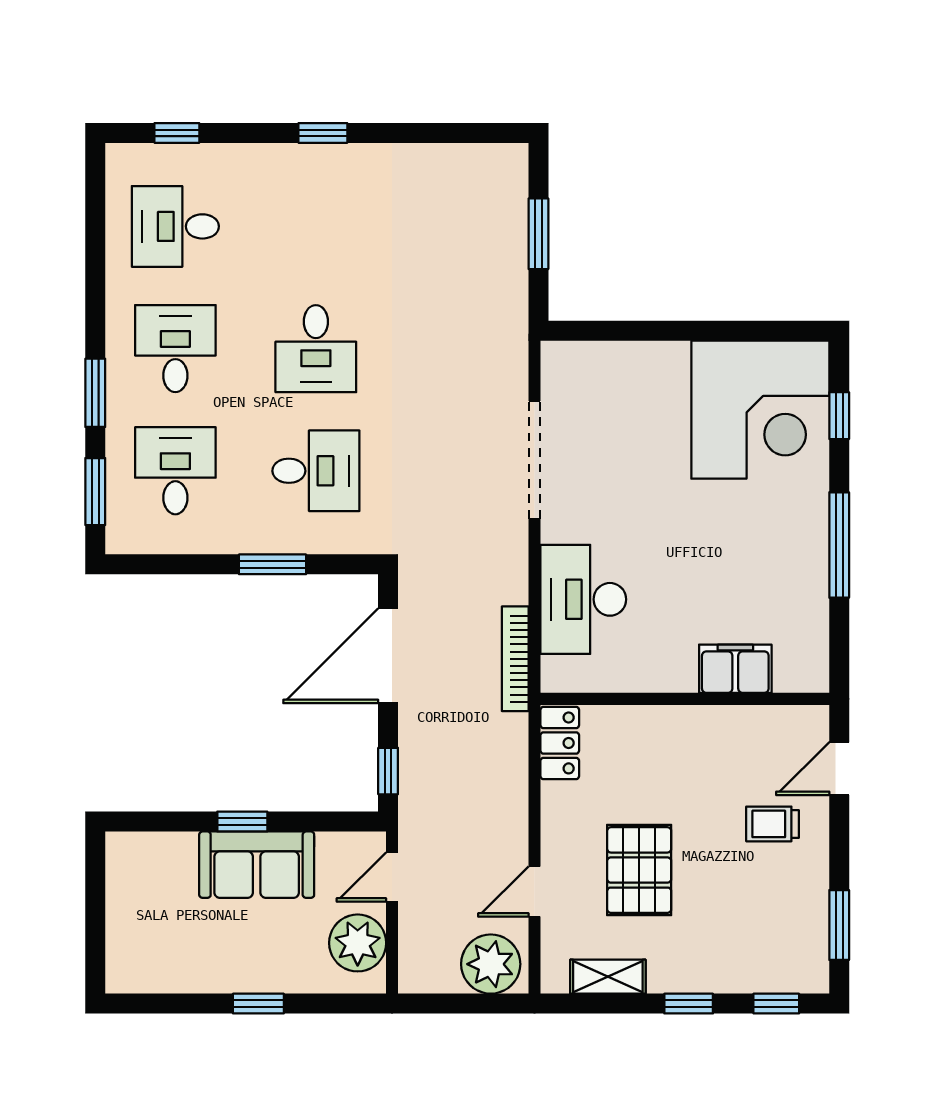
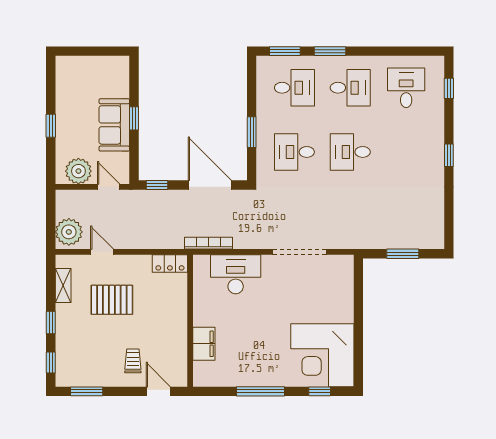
desk: (316, 471) -> (294, 152), turned 90

